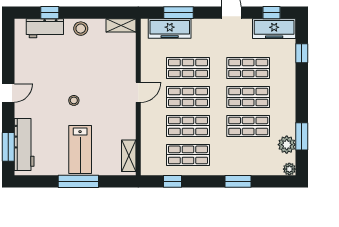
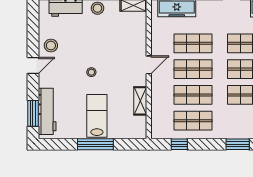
stool: (28, 70) -> (51, 45), added
lab bench: (80, 149) -> (97, 116), turned 180
shelving: (129, 156) -> (140, 101), moved

